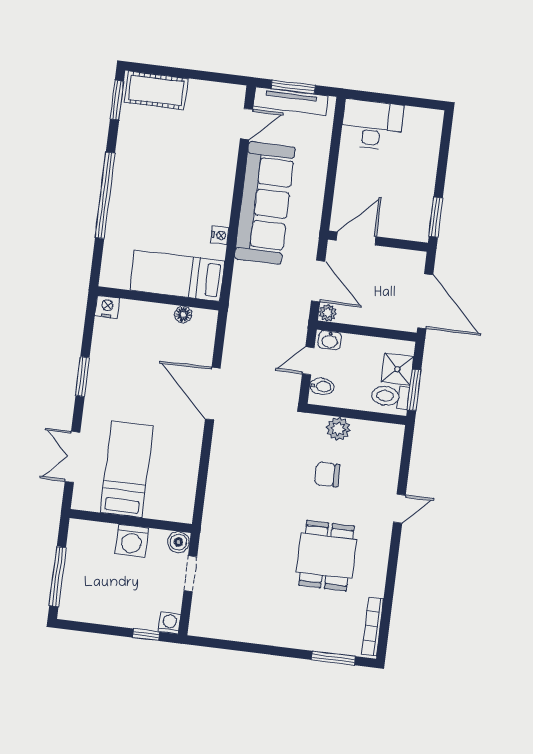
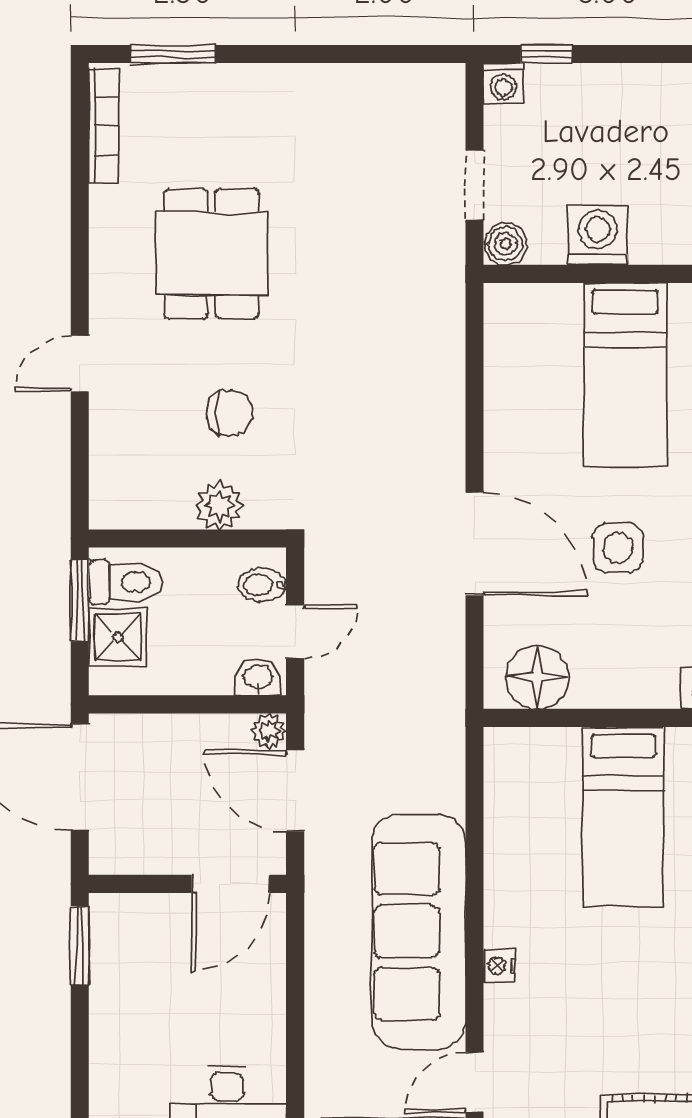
nightstand: (220, 235) -> (500, 966), moved
bed: (177, 276) -> (623, 817), moved, turned 90
floor lamp: (183, 315) -> (537, 677), width x1.89, depth x1.89
side table: (141, 383) -> (618, 548), added

